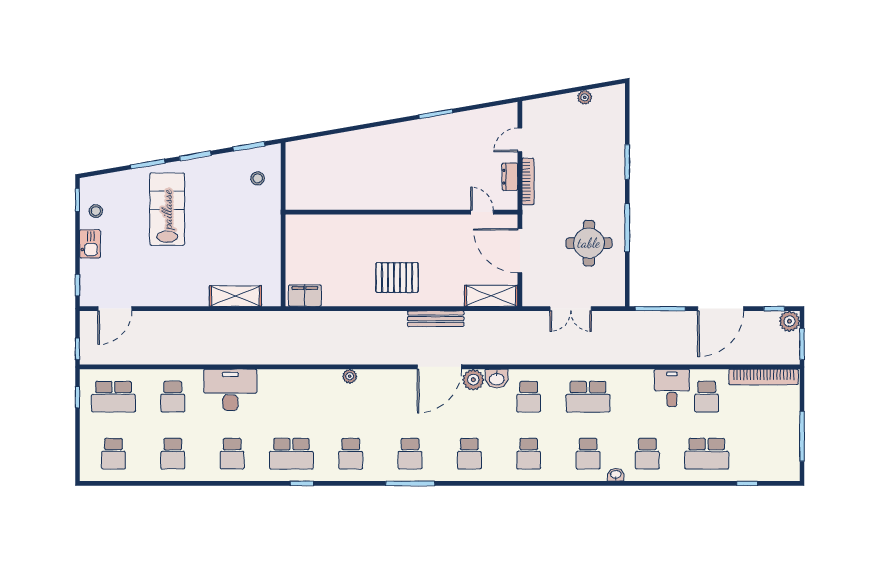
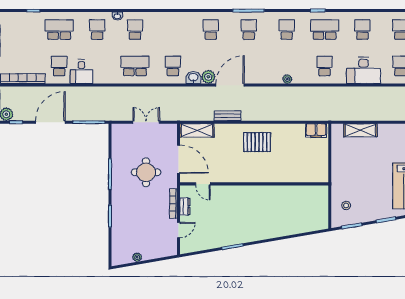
round table: (589, 243) -> (146, 172), moved
bench: (436, 319) -> (228, 116), width x0.73
school desk: (529, 454) -> (325, 66), moved

